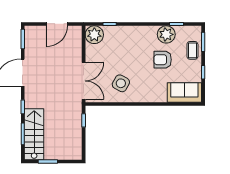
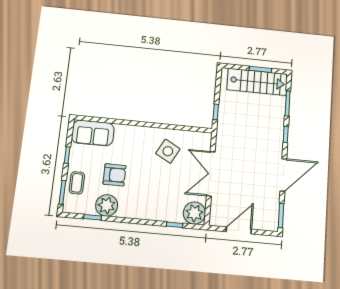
double door: (84, 81) -> (211, 174), moved
stairs: (34, 134) -> (257, 82), moved, turned -90

